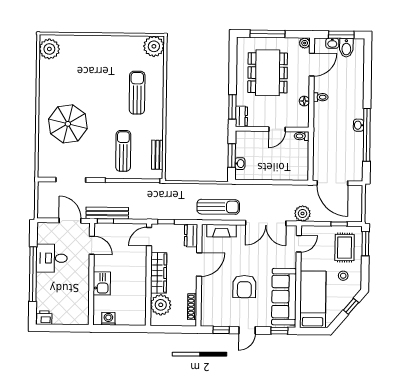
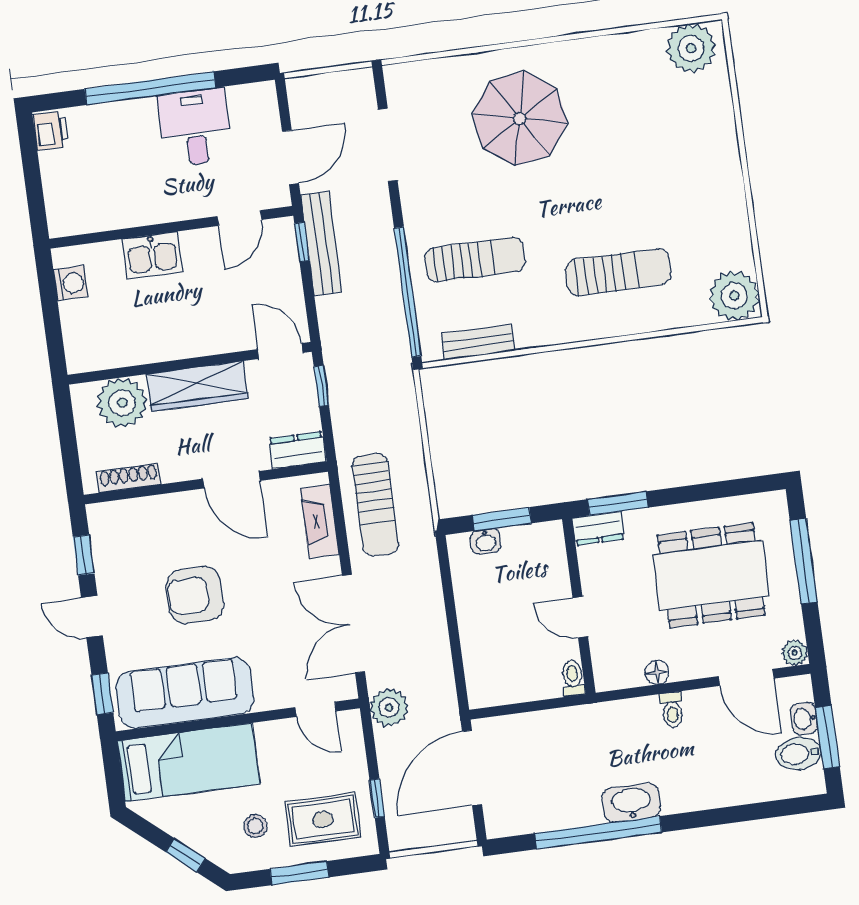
washbasin: (358, 125) -> (631, 803), width x1.91, depth x1.45
window: (365, 244) -> (299, 873), moved

